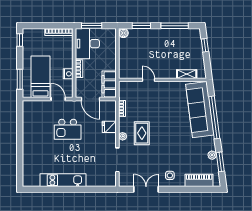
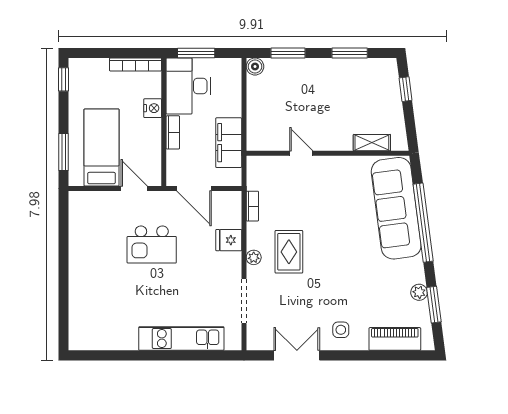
window: (175, 26) -> (350, 53), width x0.69
nightstand: (68, 74) -> (153, 108), moved
filing cabinet: (109, 84) -> (229, 143), moved
kitchen unit: (63, 180) -> (181, 339), moved

